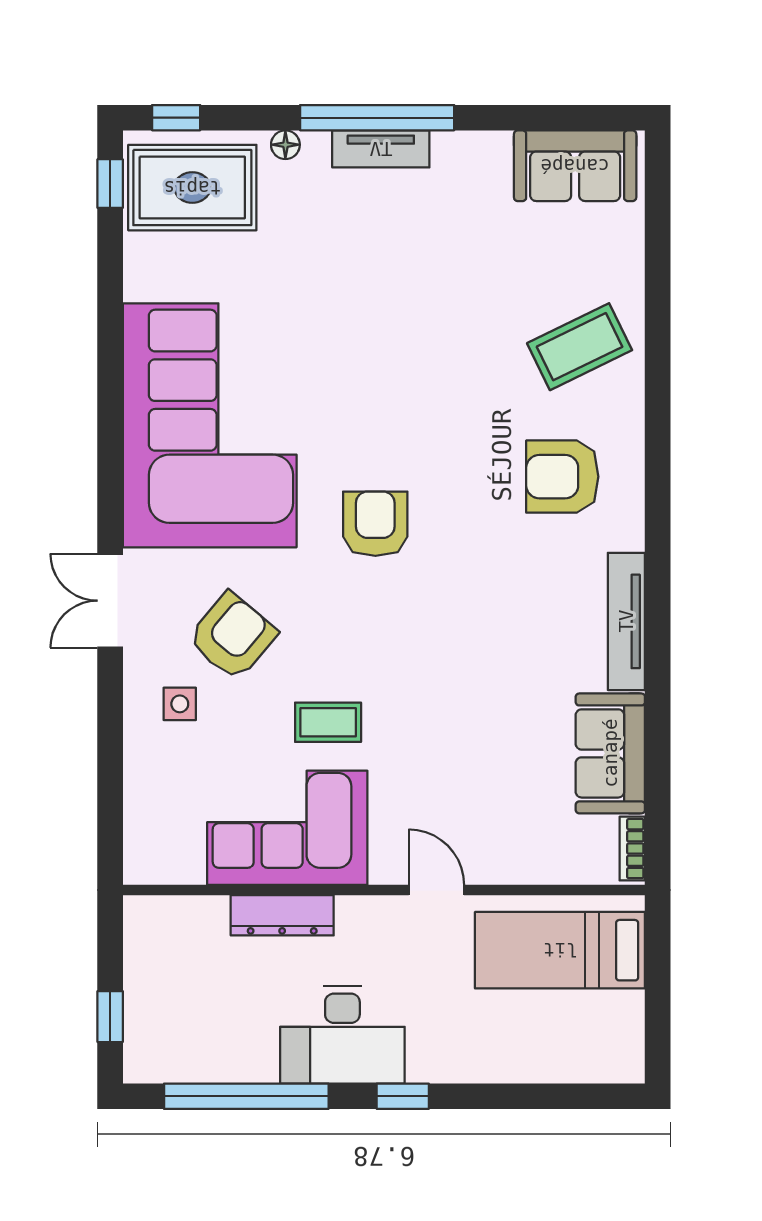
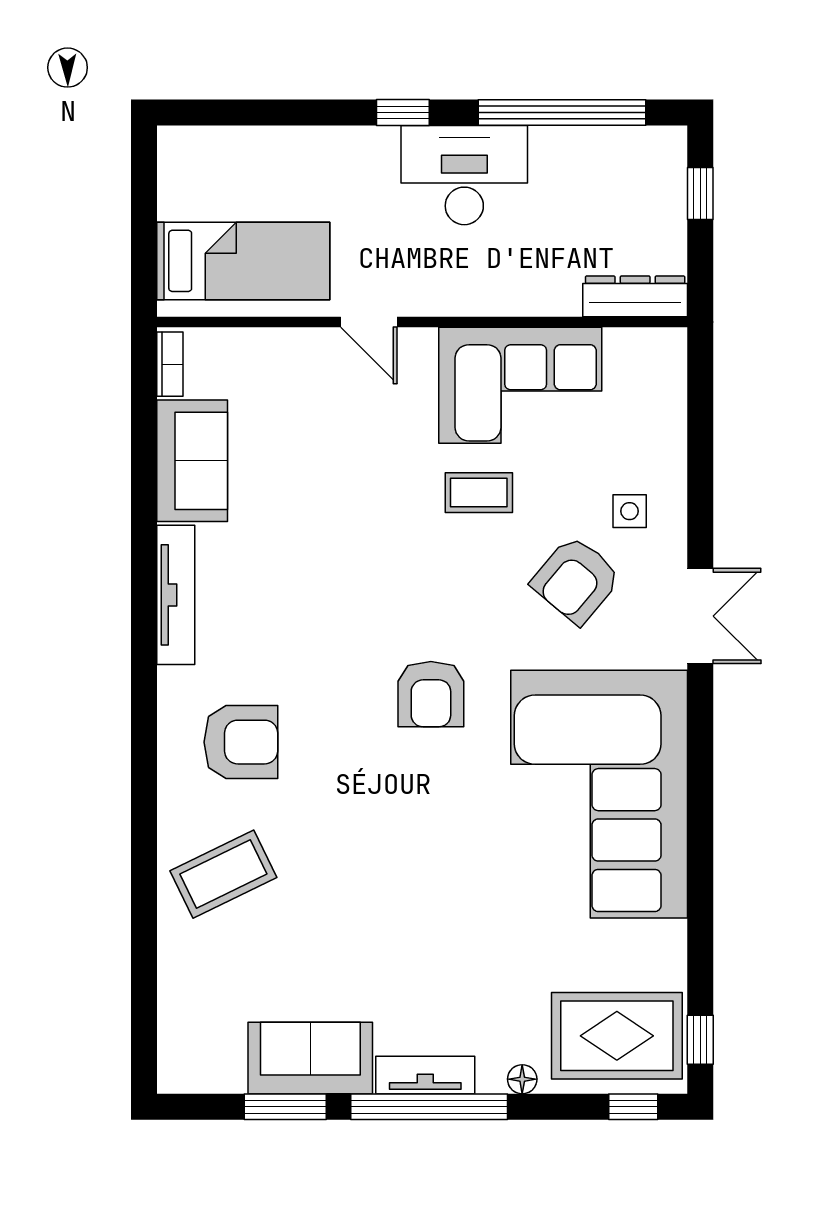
window: (519, 118) -> (285, 1107), added
sofa: (575, 166) -> (310, 1058), moved
dresser: (282, 915) -> (635, 296), moved

